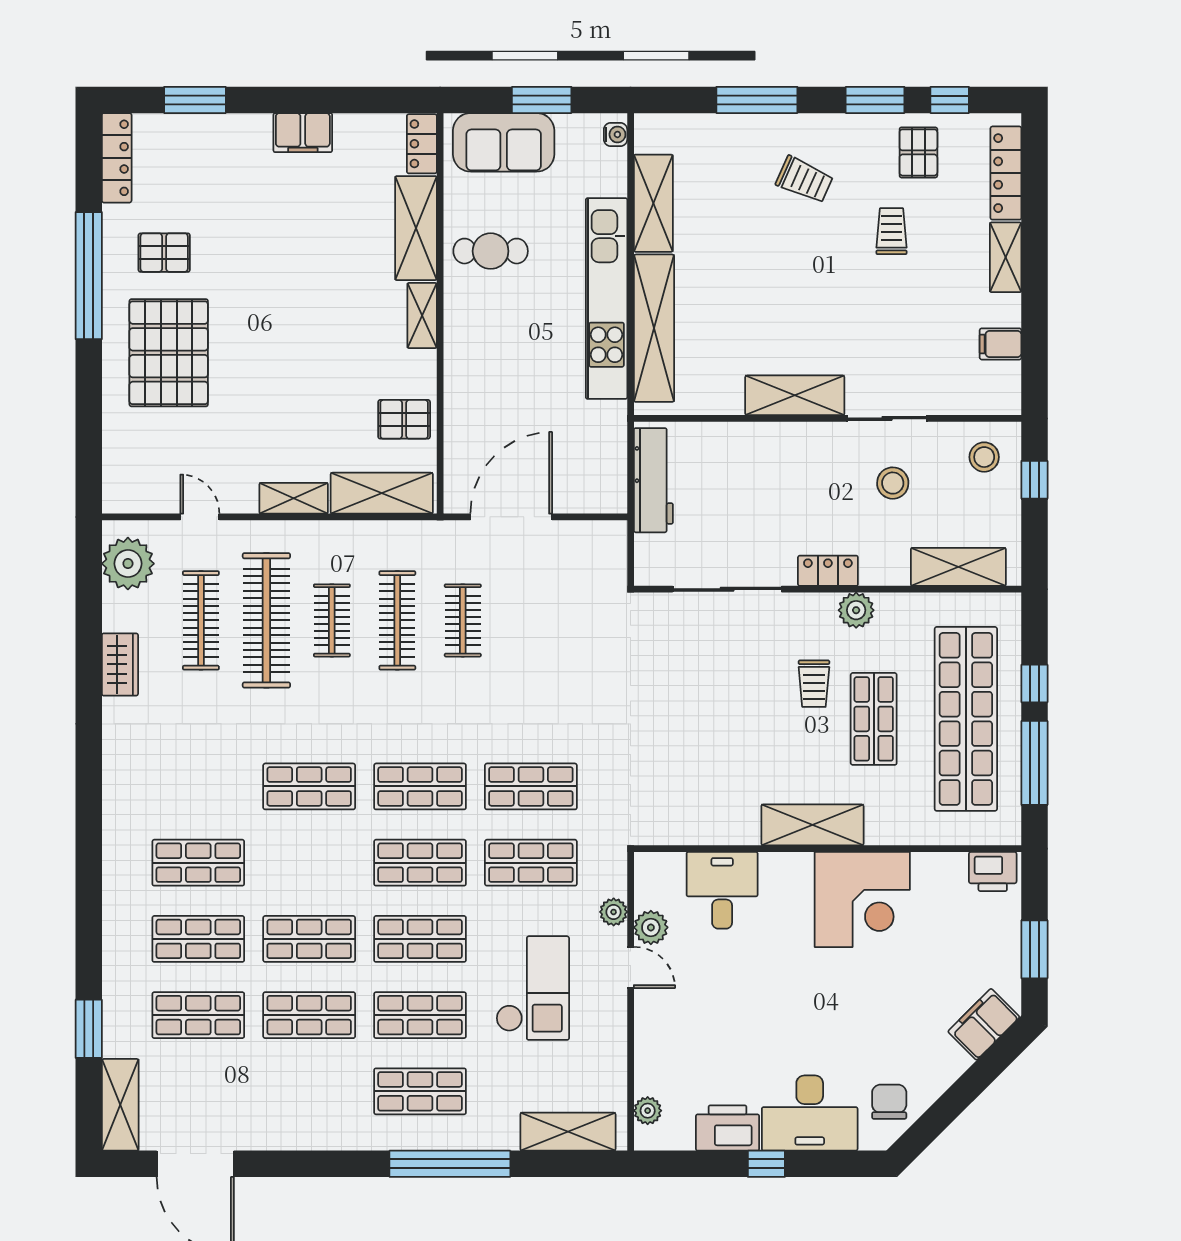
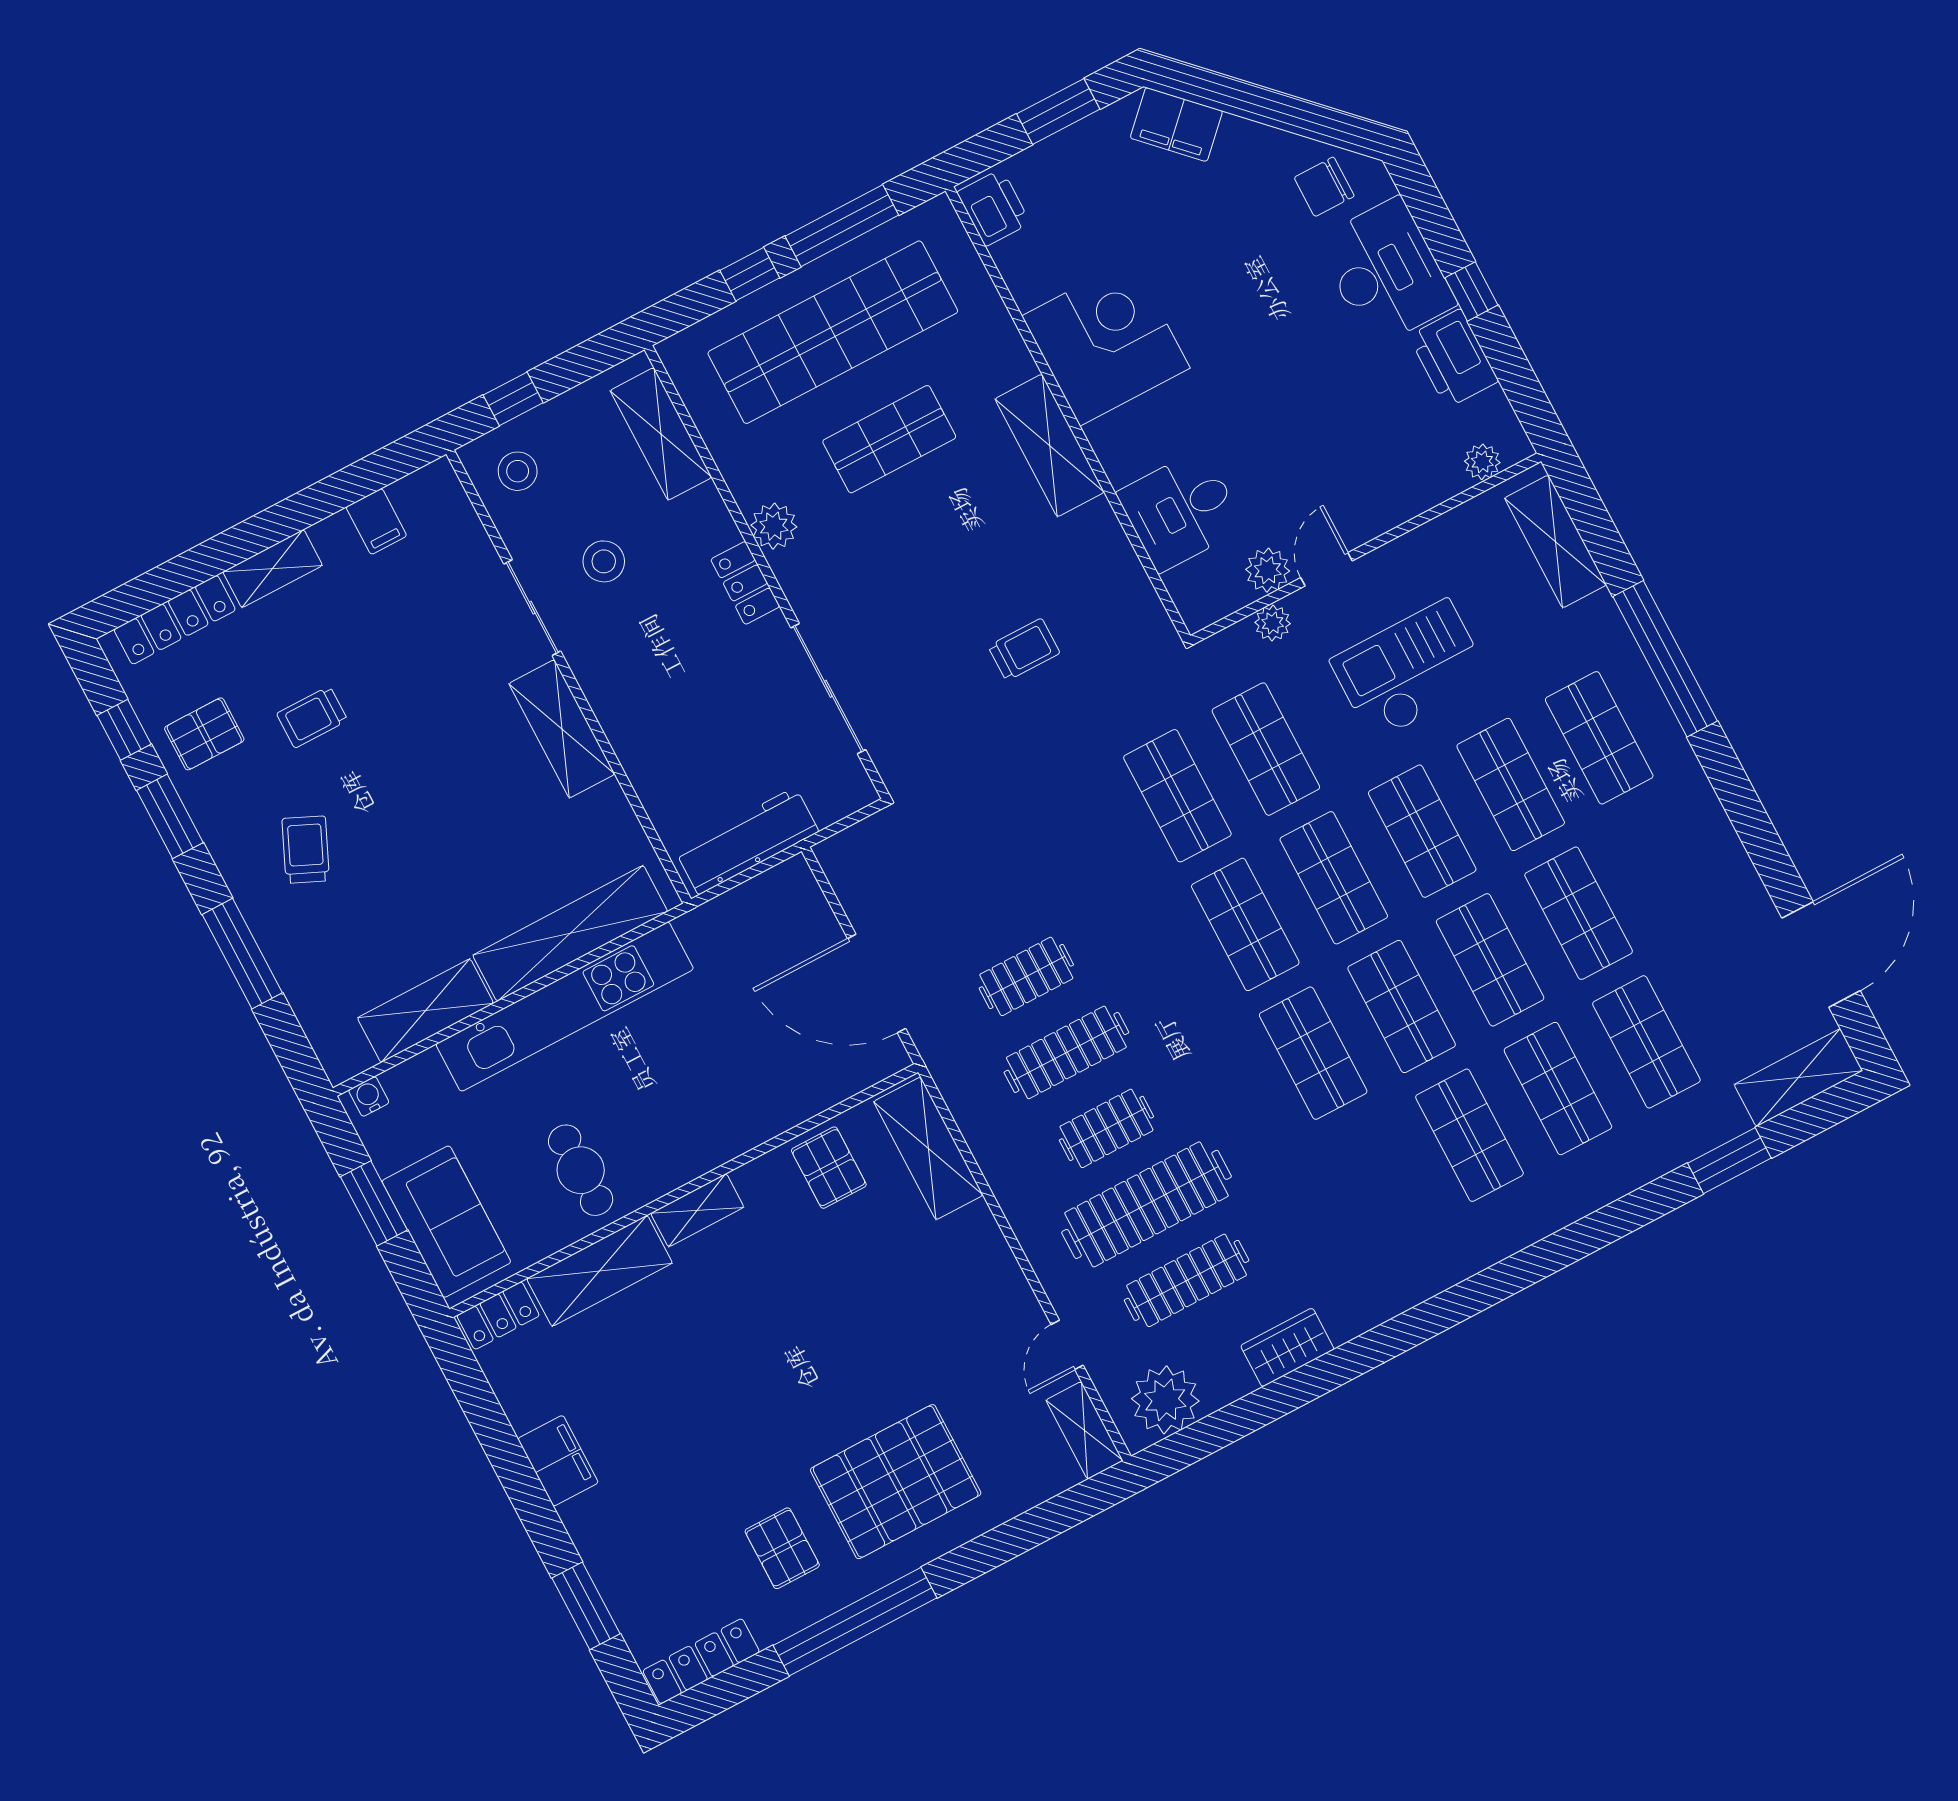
shelving: (294, 498) -> (1084, 1430), moved
trolley: (814, 684) -> (1024, 650), moved
shop shelf: (309, 863) -> (1402, 1006), added

